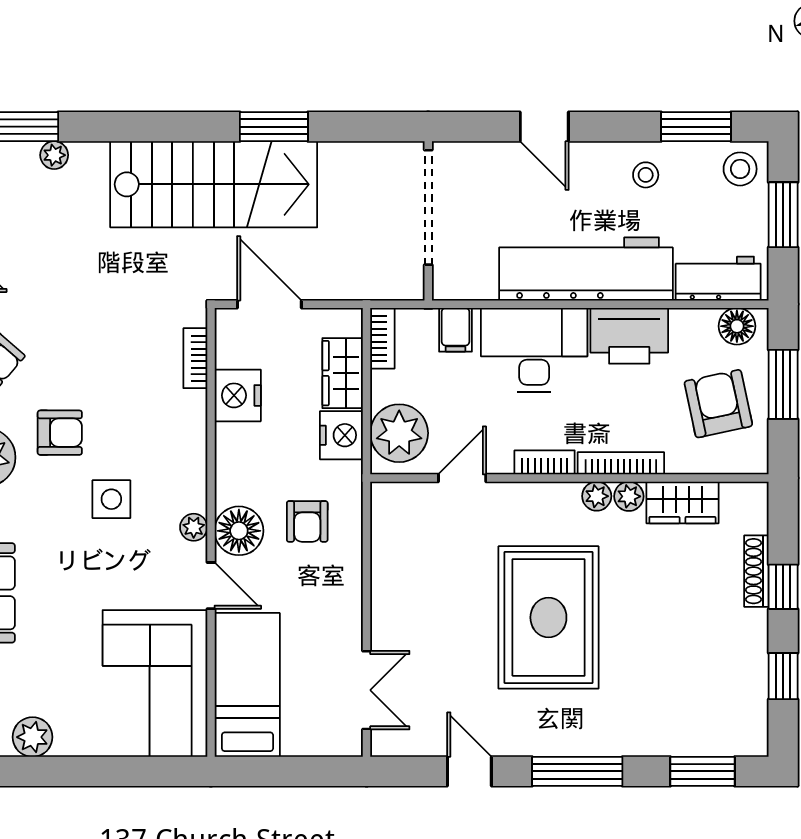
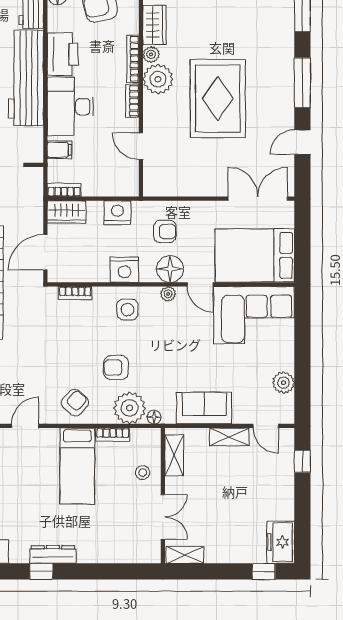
wardrobe: (343, 373) -> (67, 212), moved
nightstand: (238, 395) -> (124, 270), moved
armchair: (60, 433) -> (116, 368), turned -90
plant: (399, 433) -> (116, 181), removed
plant: (597, 496) -> (158, 79), width x1.88, depth x1.88
side table: (111, 499) -> (127, 310), moved
door: (211, 586) -> (200, 284), swing flipped
rug: (548, 617) -> (218, 99), turned 90
bed: (247, 685) -> (255, 255), width x1.50
double door: (367, 690) -> (258, 199), width x1.37

